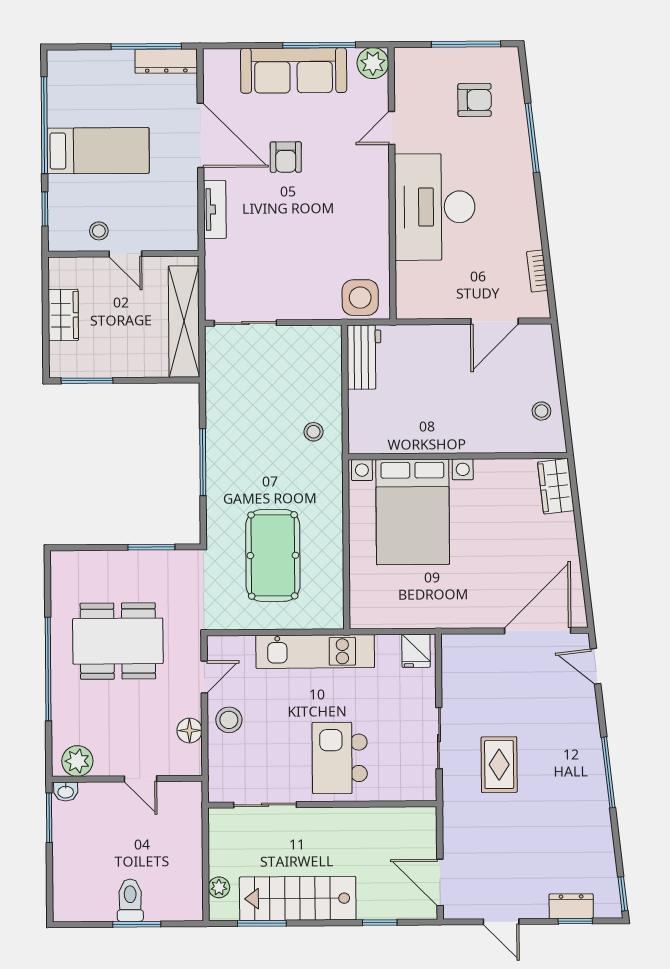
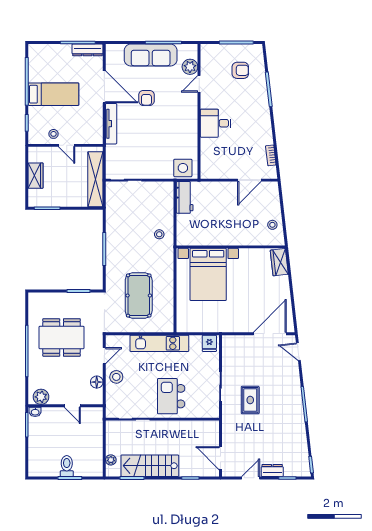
plant: (373, 63) -> (190, 67), moved
desk: (435, 207) -> (216, 123), width x0.53, depth x0.77
tv unit: (215, 209) -> (111, 124), width x1.41
dresser: (571, 906) -> (272, 470), moved
door: (501, 922) -> (251, 478), swing flipped

